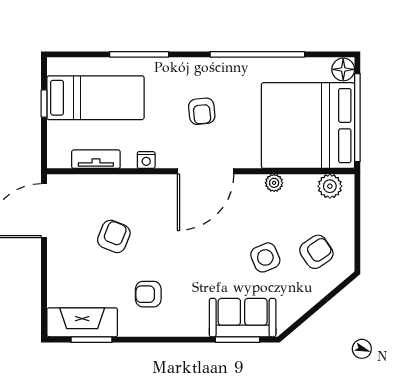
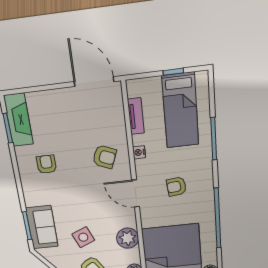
door: (206, 171) -> (136, 193), width x0.73
plant: (274, 183) -> (128, 238), width x1.88, depth x1.88
armchair: (114, 236) -> (104, 157), moved

